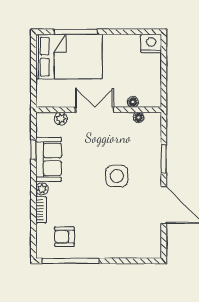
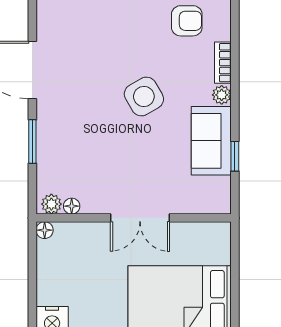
floor lamp: (133, 102) -> (45, 230), moved
plant: (61, 119) -> (51, 204), moved
side table: (117, 176) -> (144, 96), moved, turned -30

